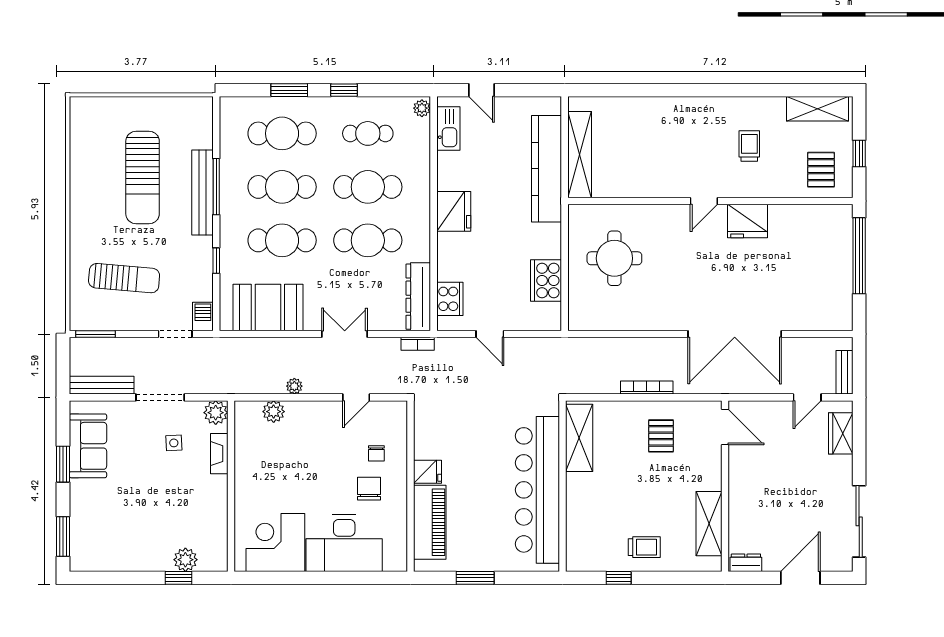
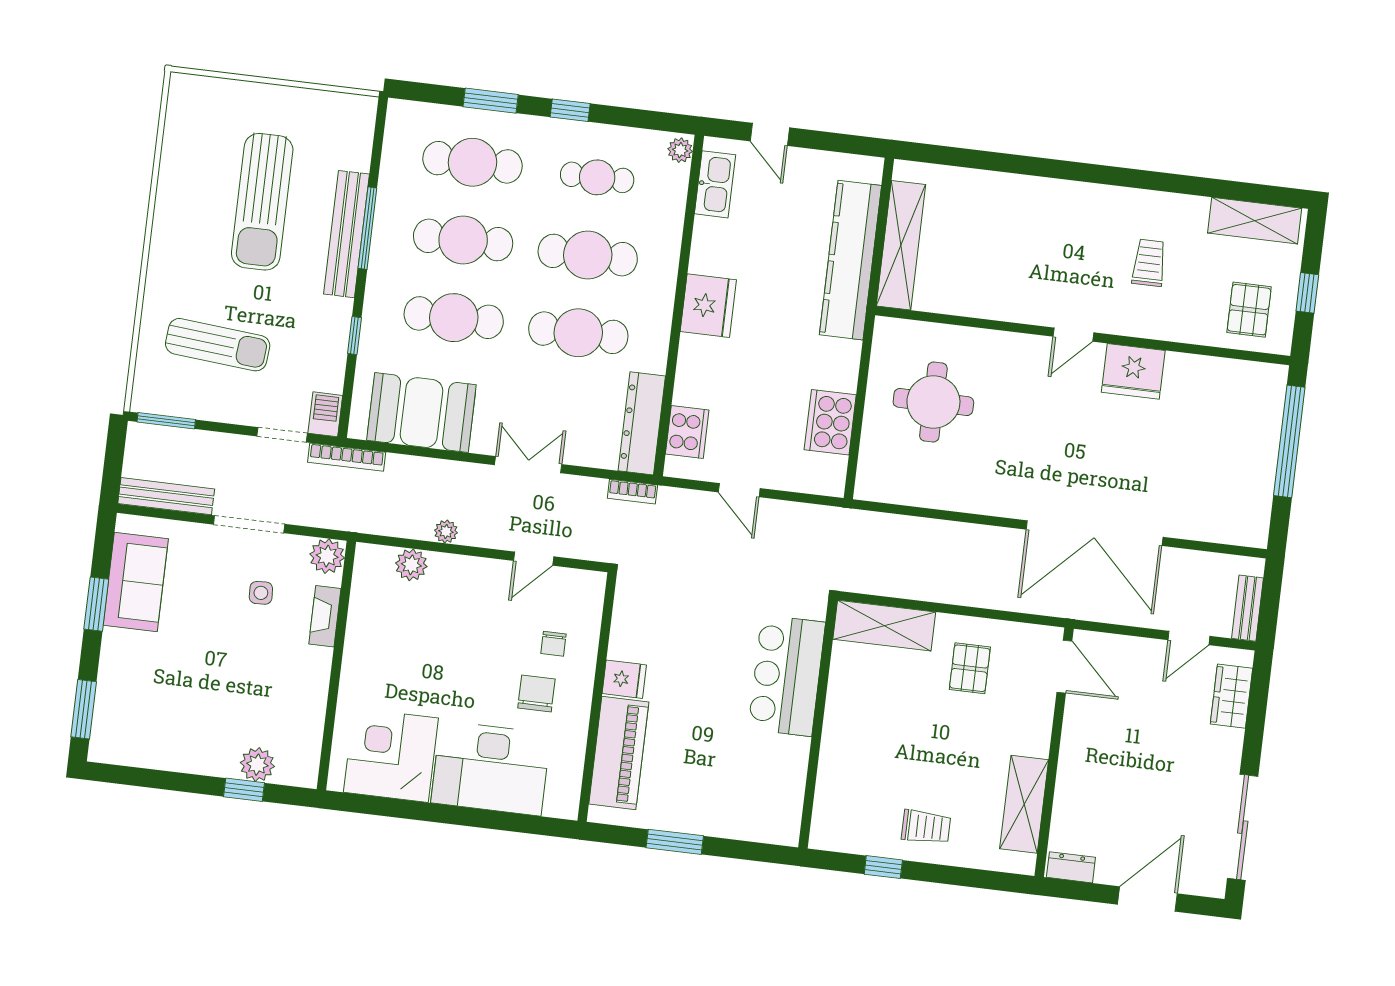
bookcase: (647, 388) -> (347, 457), moved, turned 180
shelving: (579, 438) -> (884, 626), moved, turned 90
bar counter: (537, 490) -> (787, 676), width x0.54

